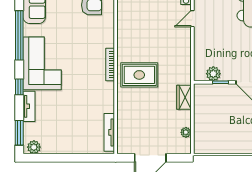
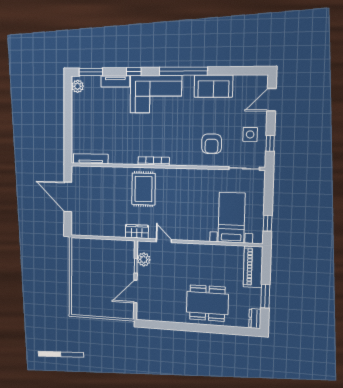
door: (192, 19) -> (164, 241), moved
wardrobe: (184, 97) -> (137, 231), moved
plant: (186, 132) -> (90, 231), removed

